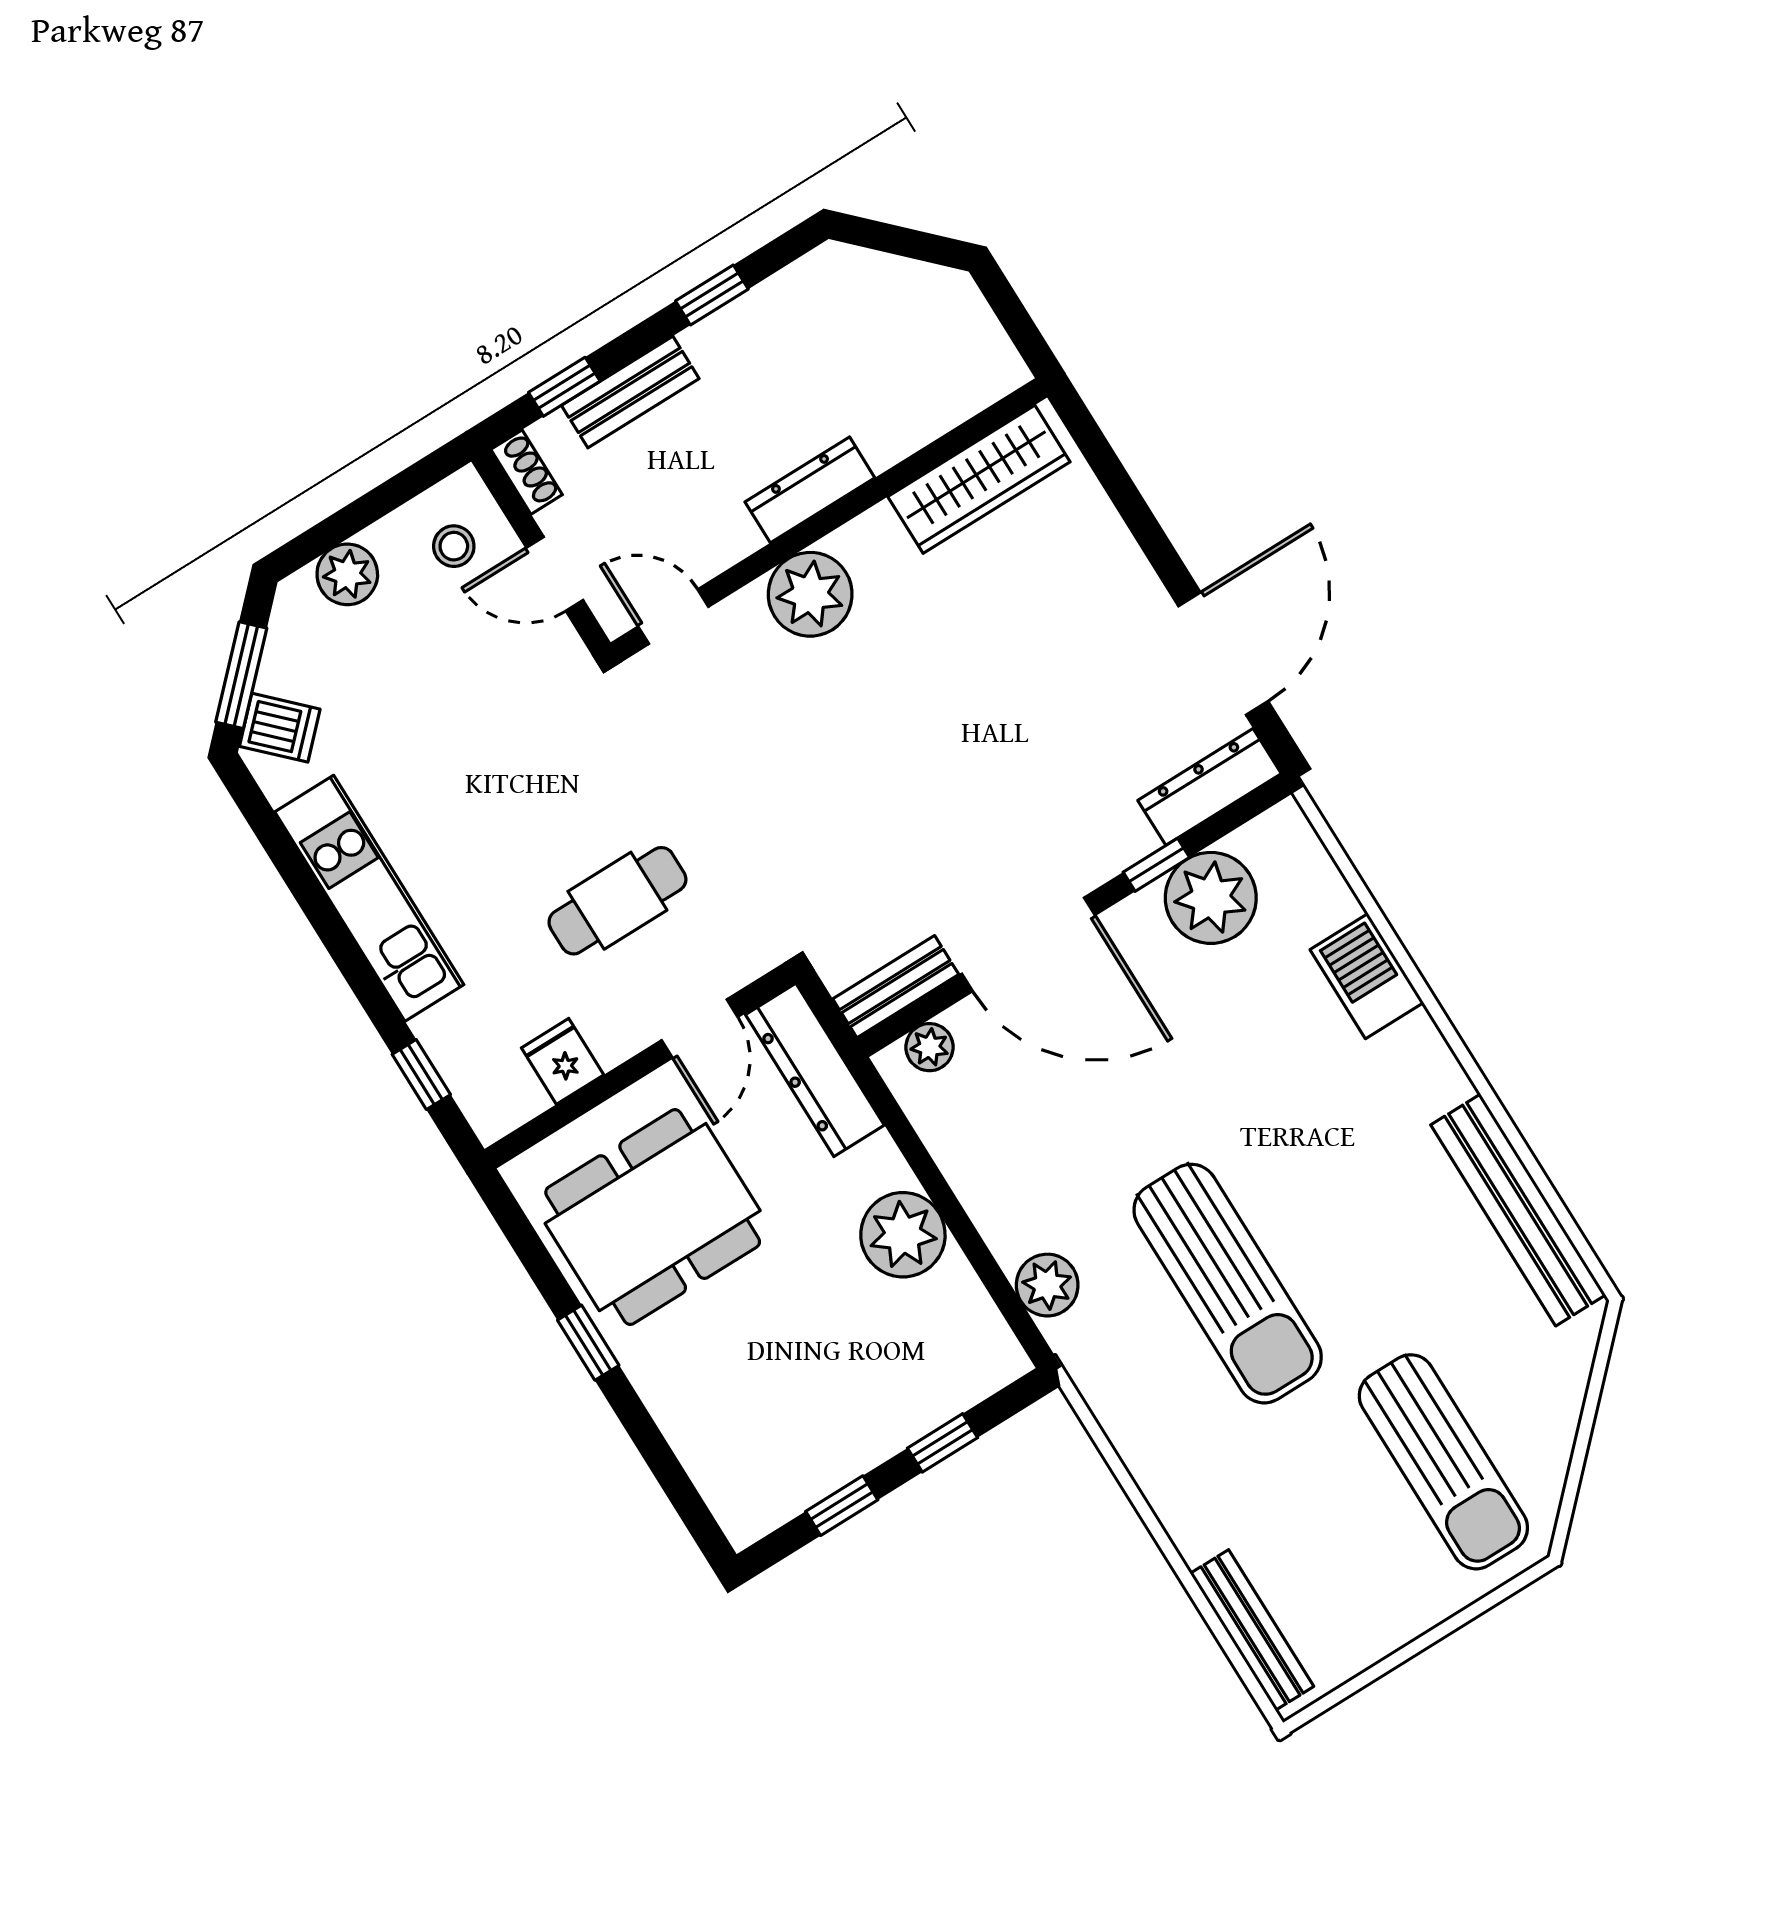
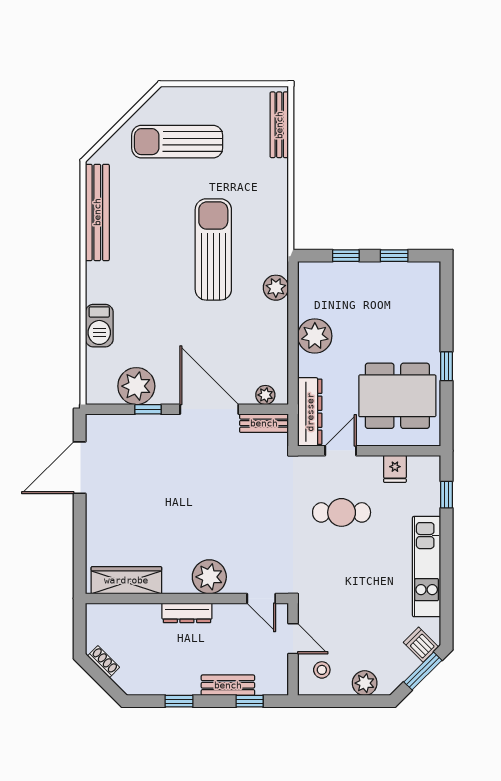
shoe rack: (527, 472) -> (104, 662), moved, turned 135
dresser: (1209, 787) -> (113, 425), removed
sun lounger: (1443, 1462) -> (177, 142), turned -90

